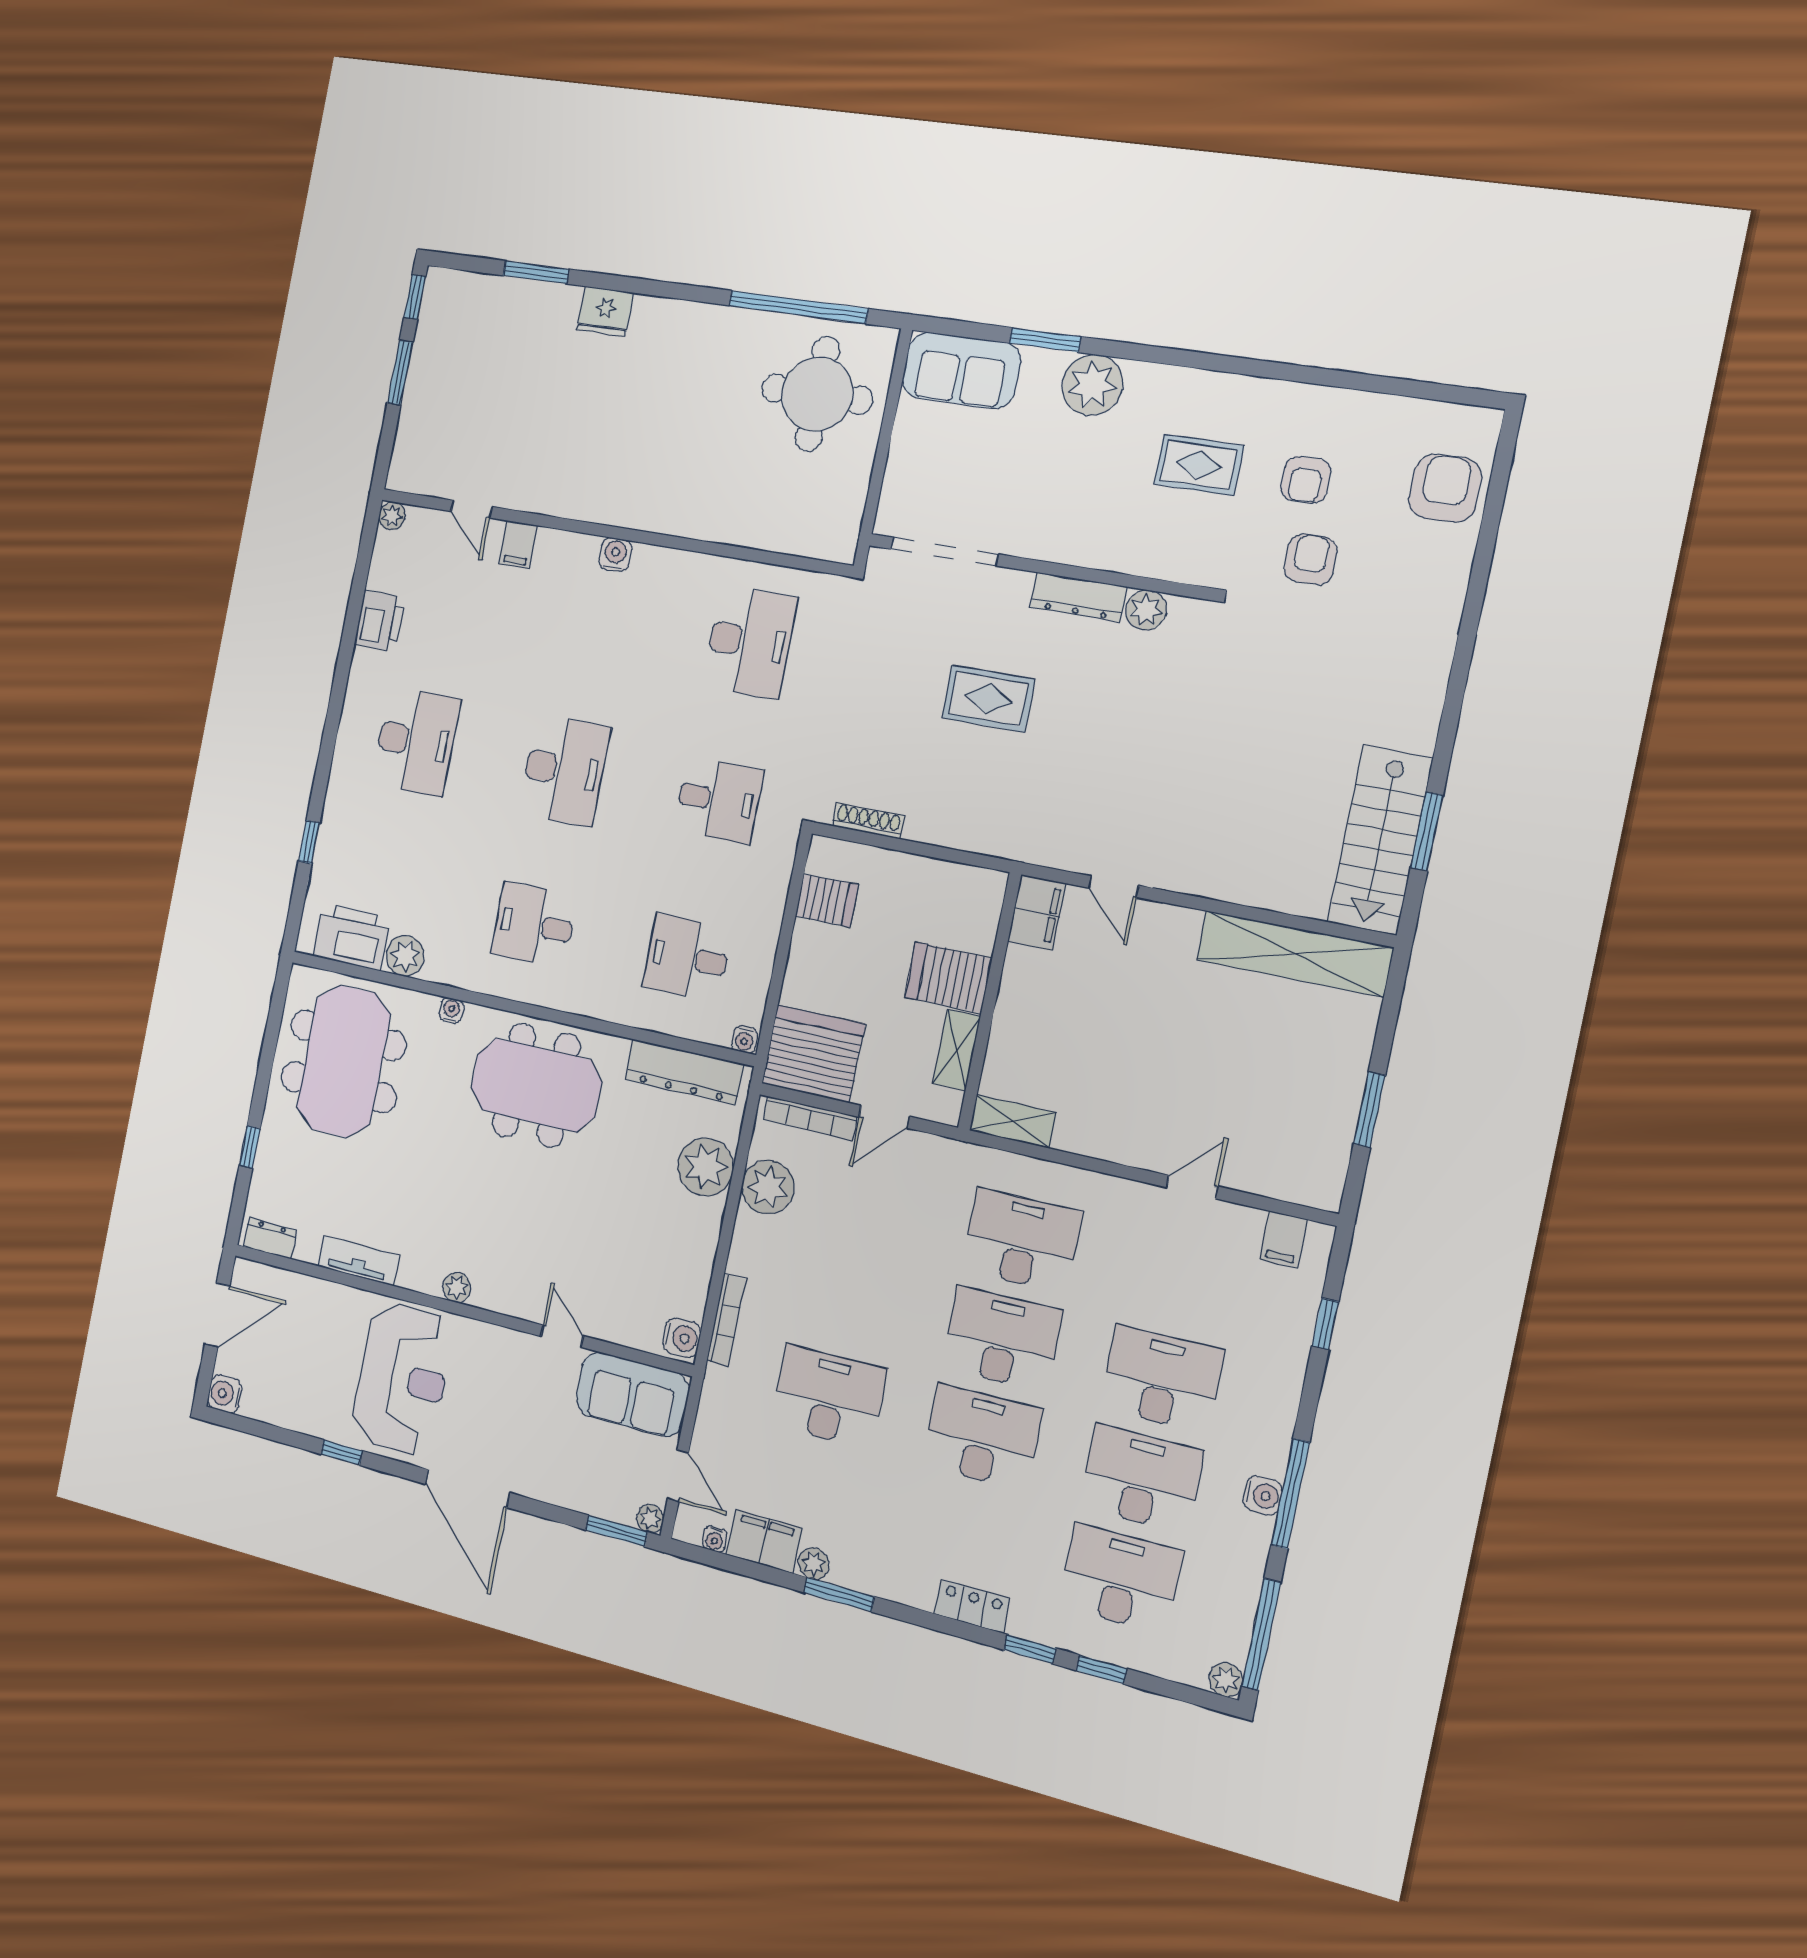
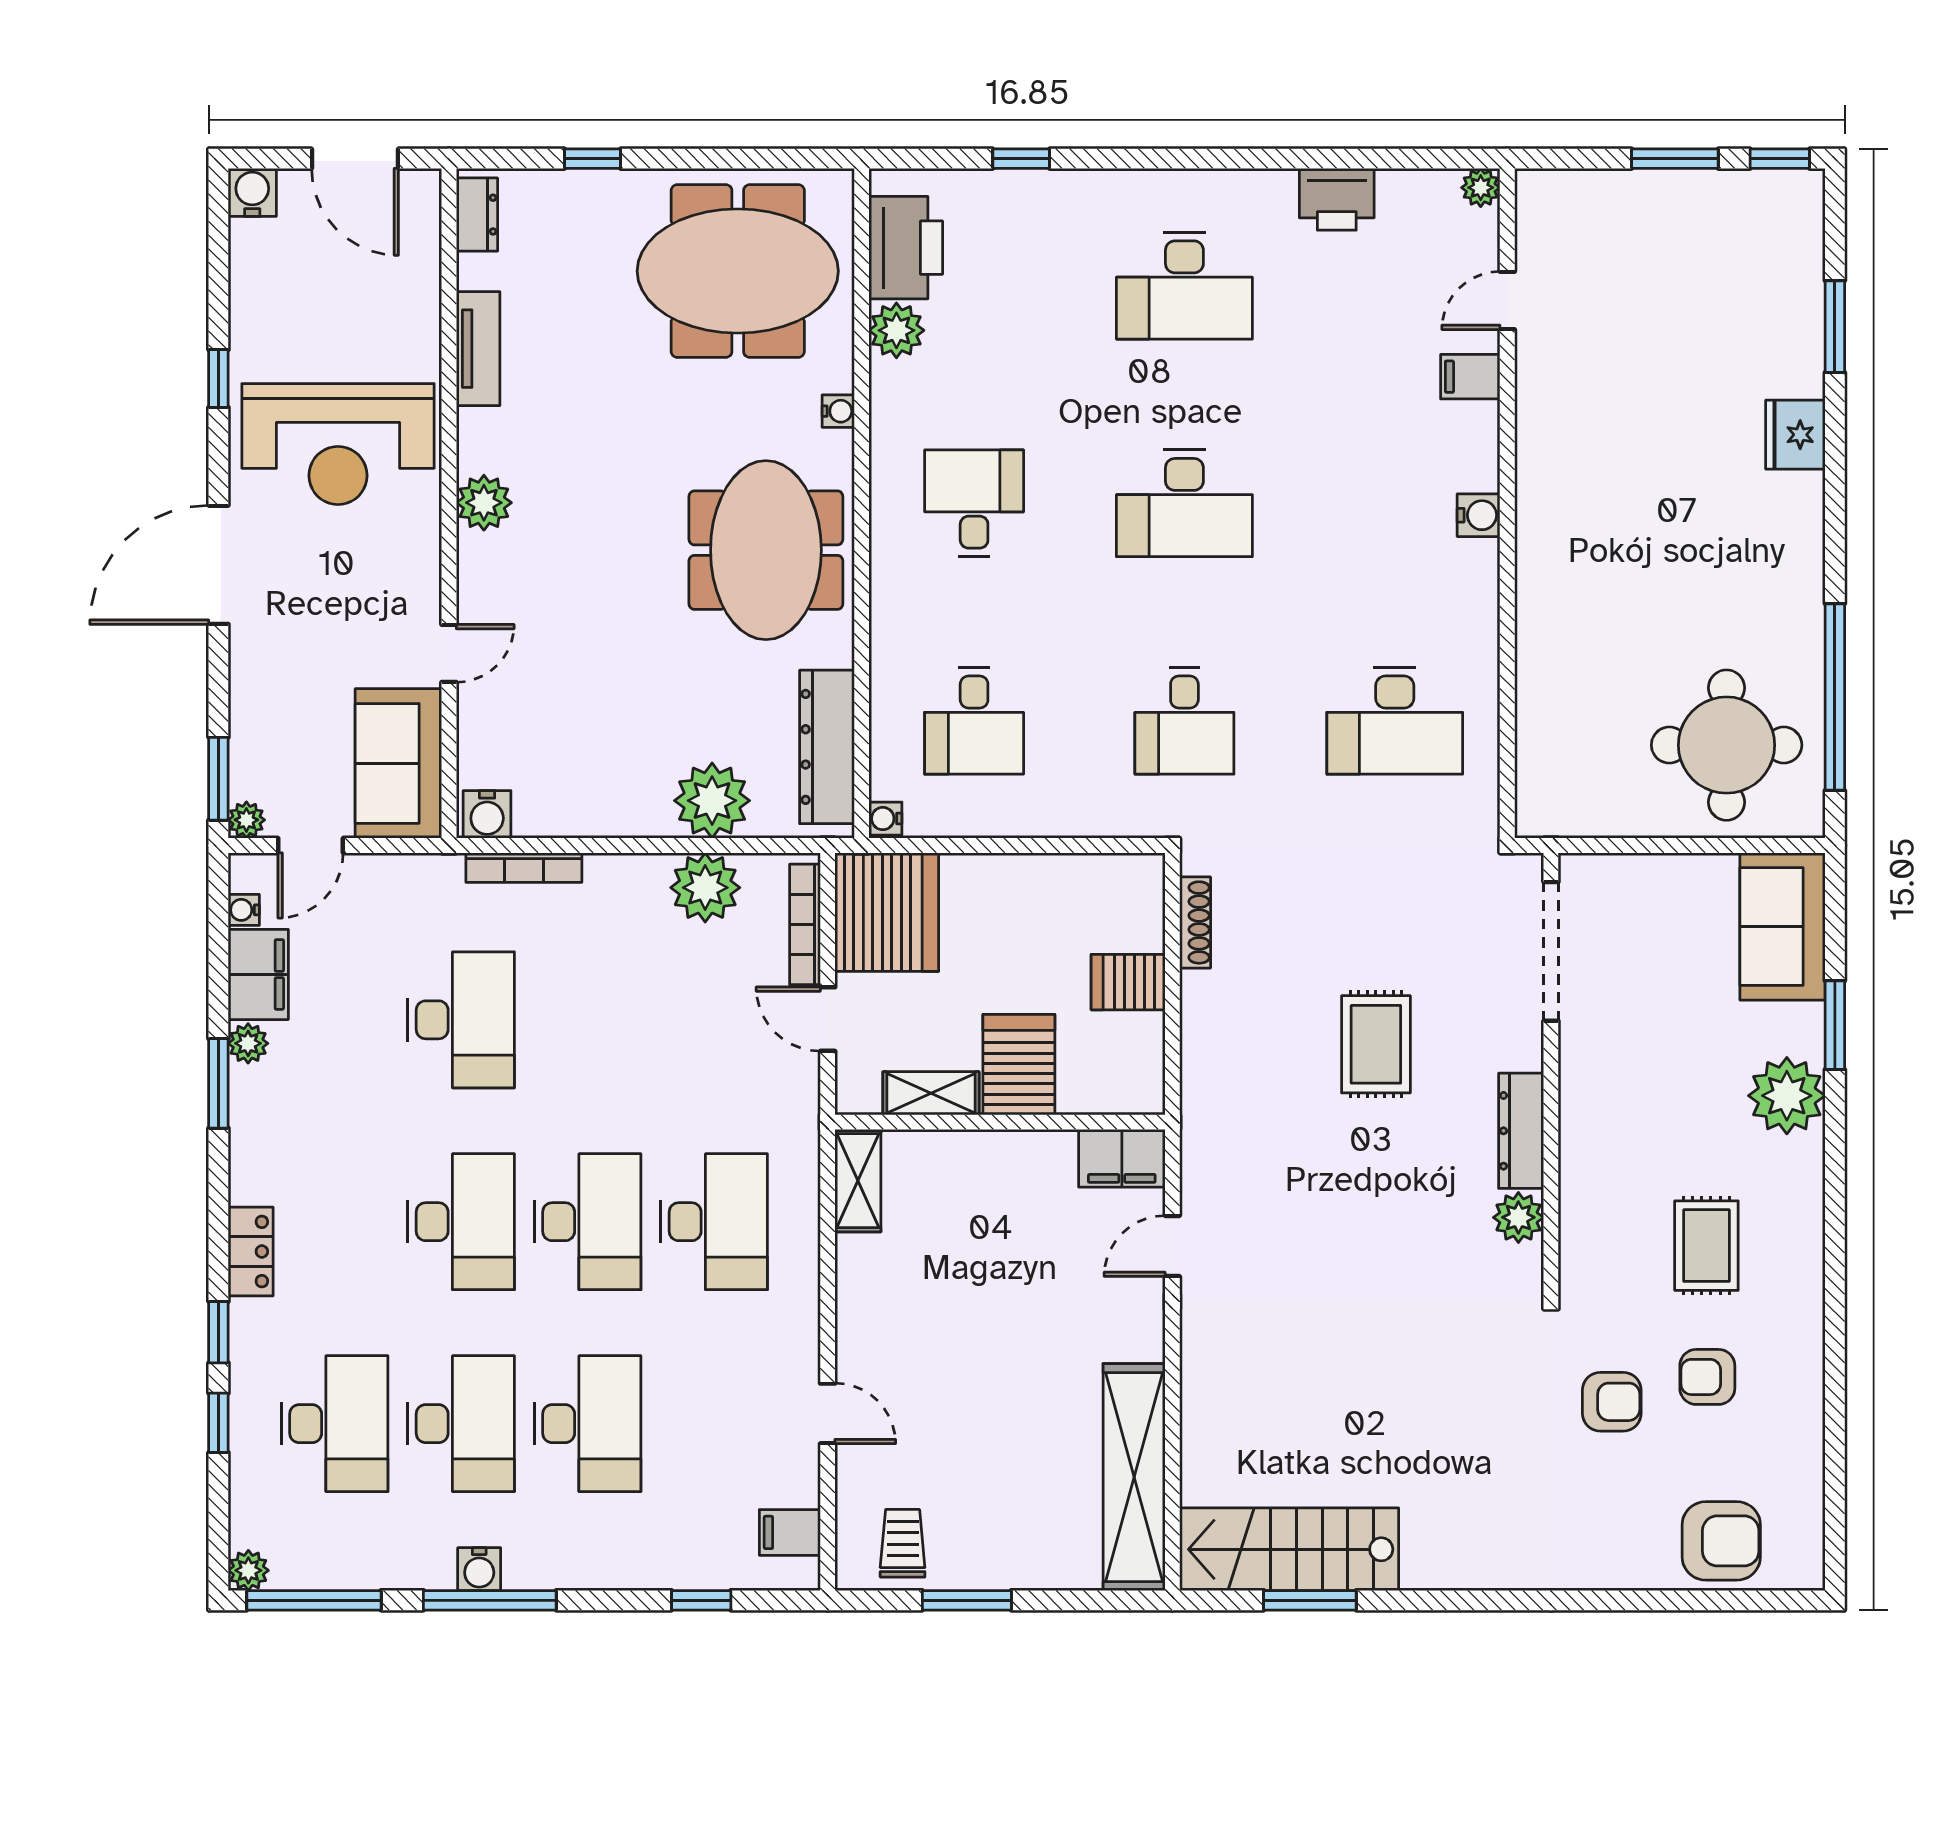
server rack: (827, 900) -> (1128, 982), moved, turned 90
desk: (687, 958) -> (974, 721), turned 180
trolley: (1311, 1151) -> (903, 1543), added
plant: (457, 1287) -> (484, 503), width x1.38, depth x1.38

